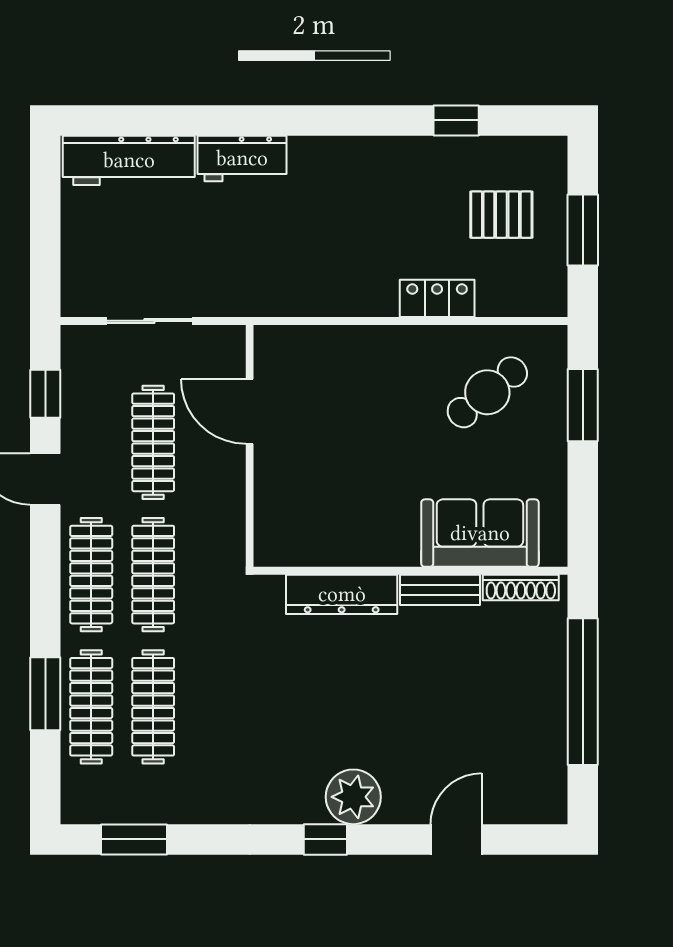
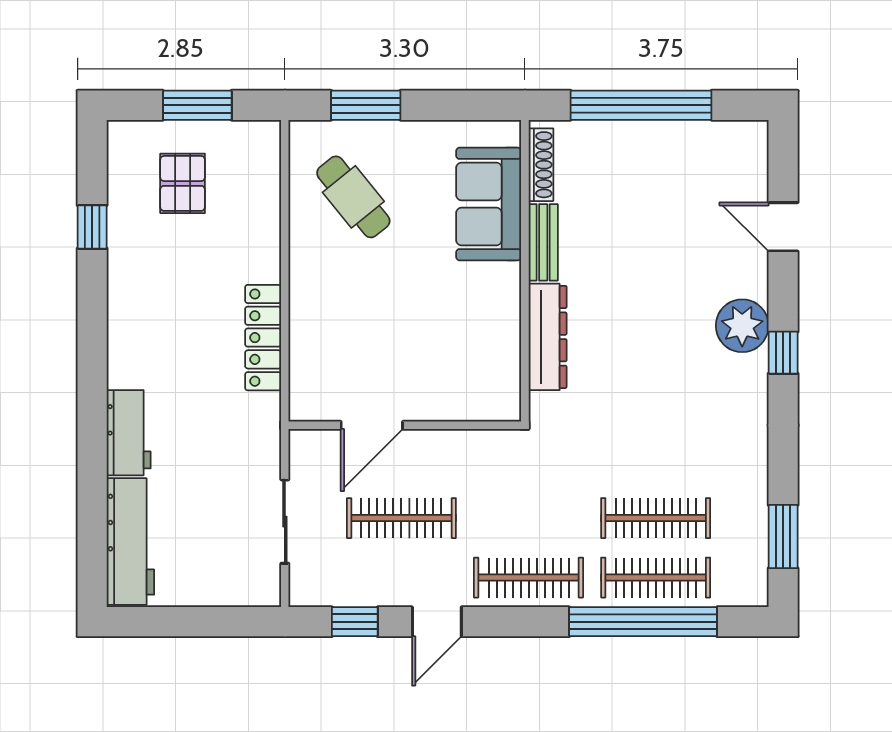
locker: (437, 298) -> (263, 338), moved, width x1.53
clothes rail: (153, 575) -> (529, 518), removed
window: (45, 694) -> (643, 622), width x2.11

